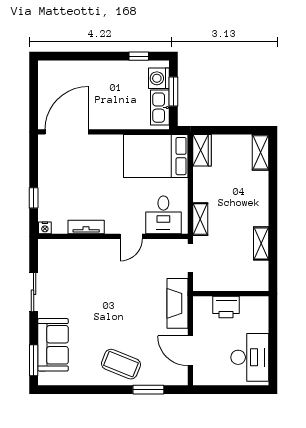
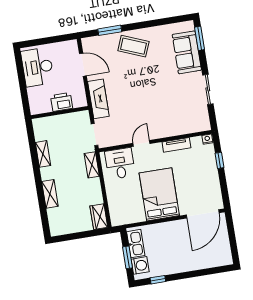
shelving: (261, 152) -> (50, 194), moved
bed: (156, 156) -> (159, 194), moved, turned -90

